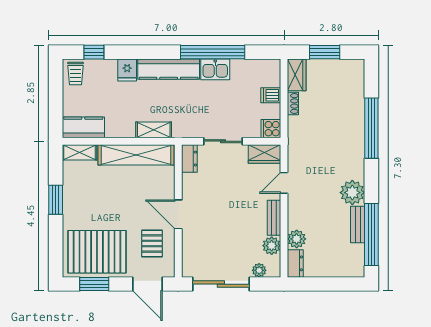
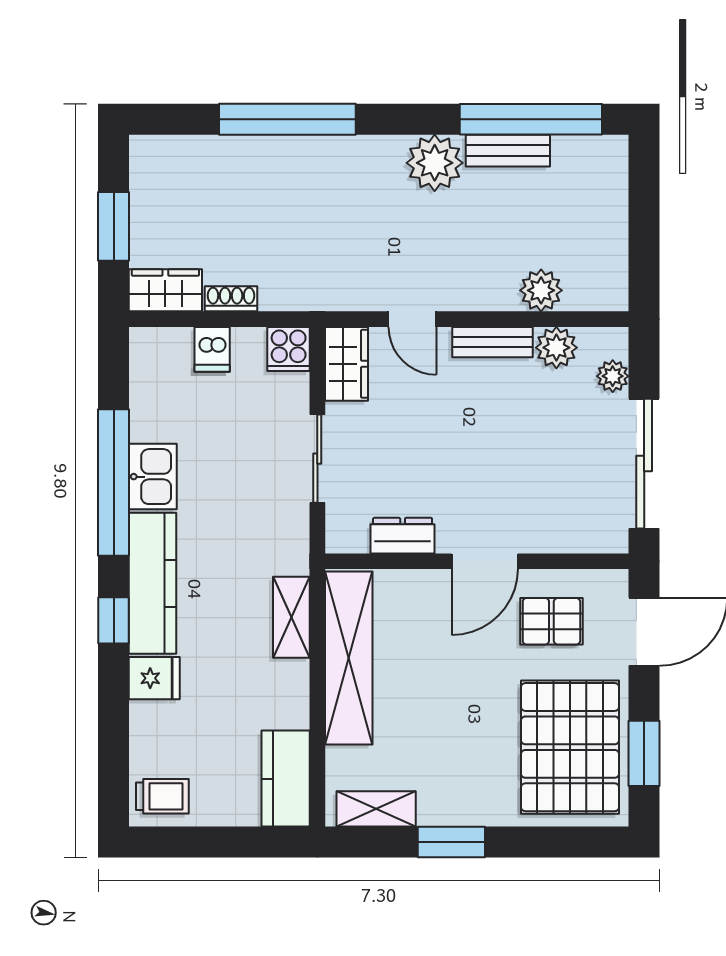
window: (94, 52) -> (114, 620), moved
shelving: (80, 152) -> (376, 809), moved, turned 90
dresser: (189, 159) -> (403, 536), moved
dresser: (295, 263) -> (597, 294), removed

